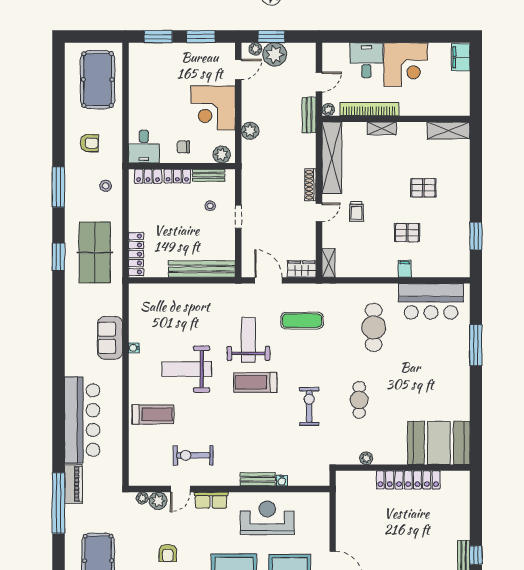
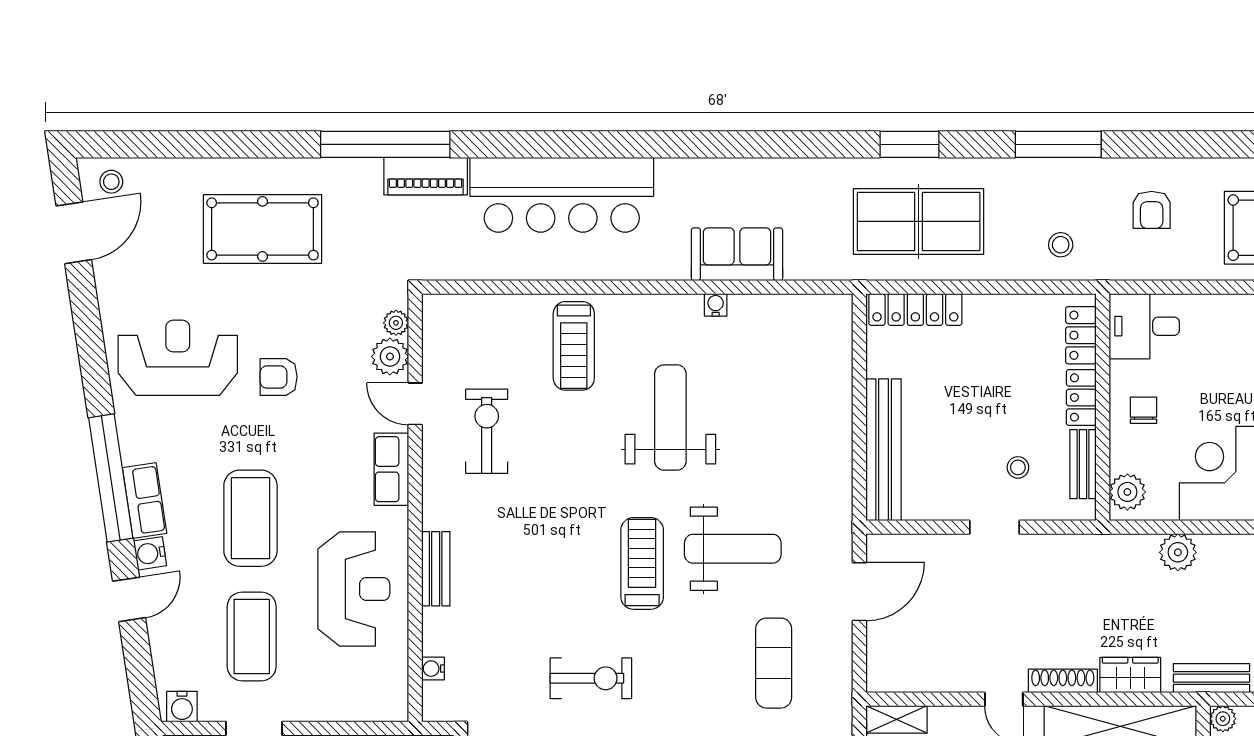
wardrobe: (302, 269) -> (1130, 675), moved, turned -90
water cooler: (282, 481) -> (433, 669), moved

